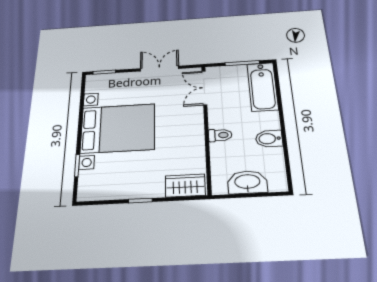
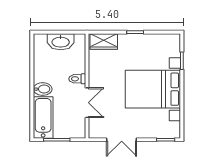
double door: (204, 88) -> (87, 103), moved
bidet: (269, 139) -> (43, 89), moved

